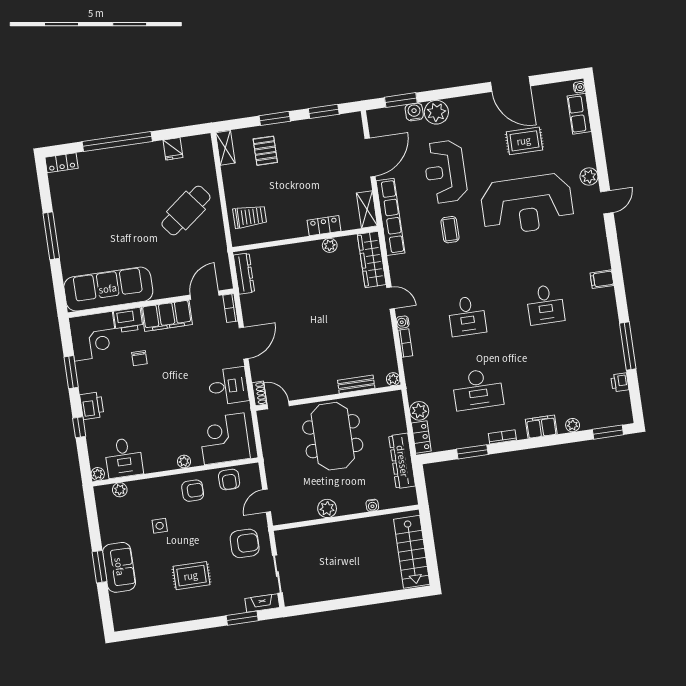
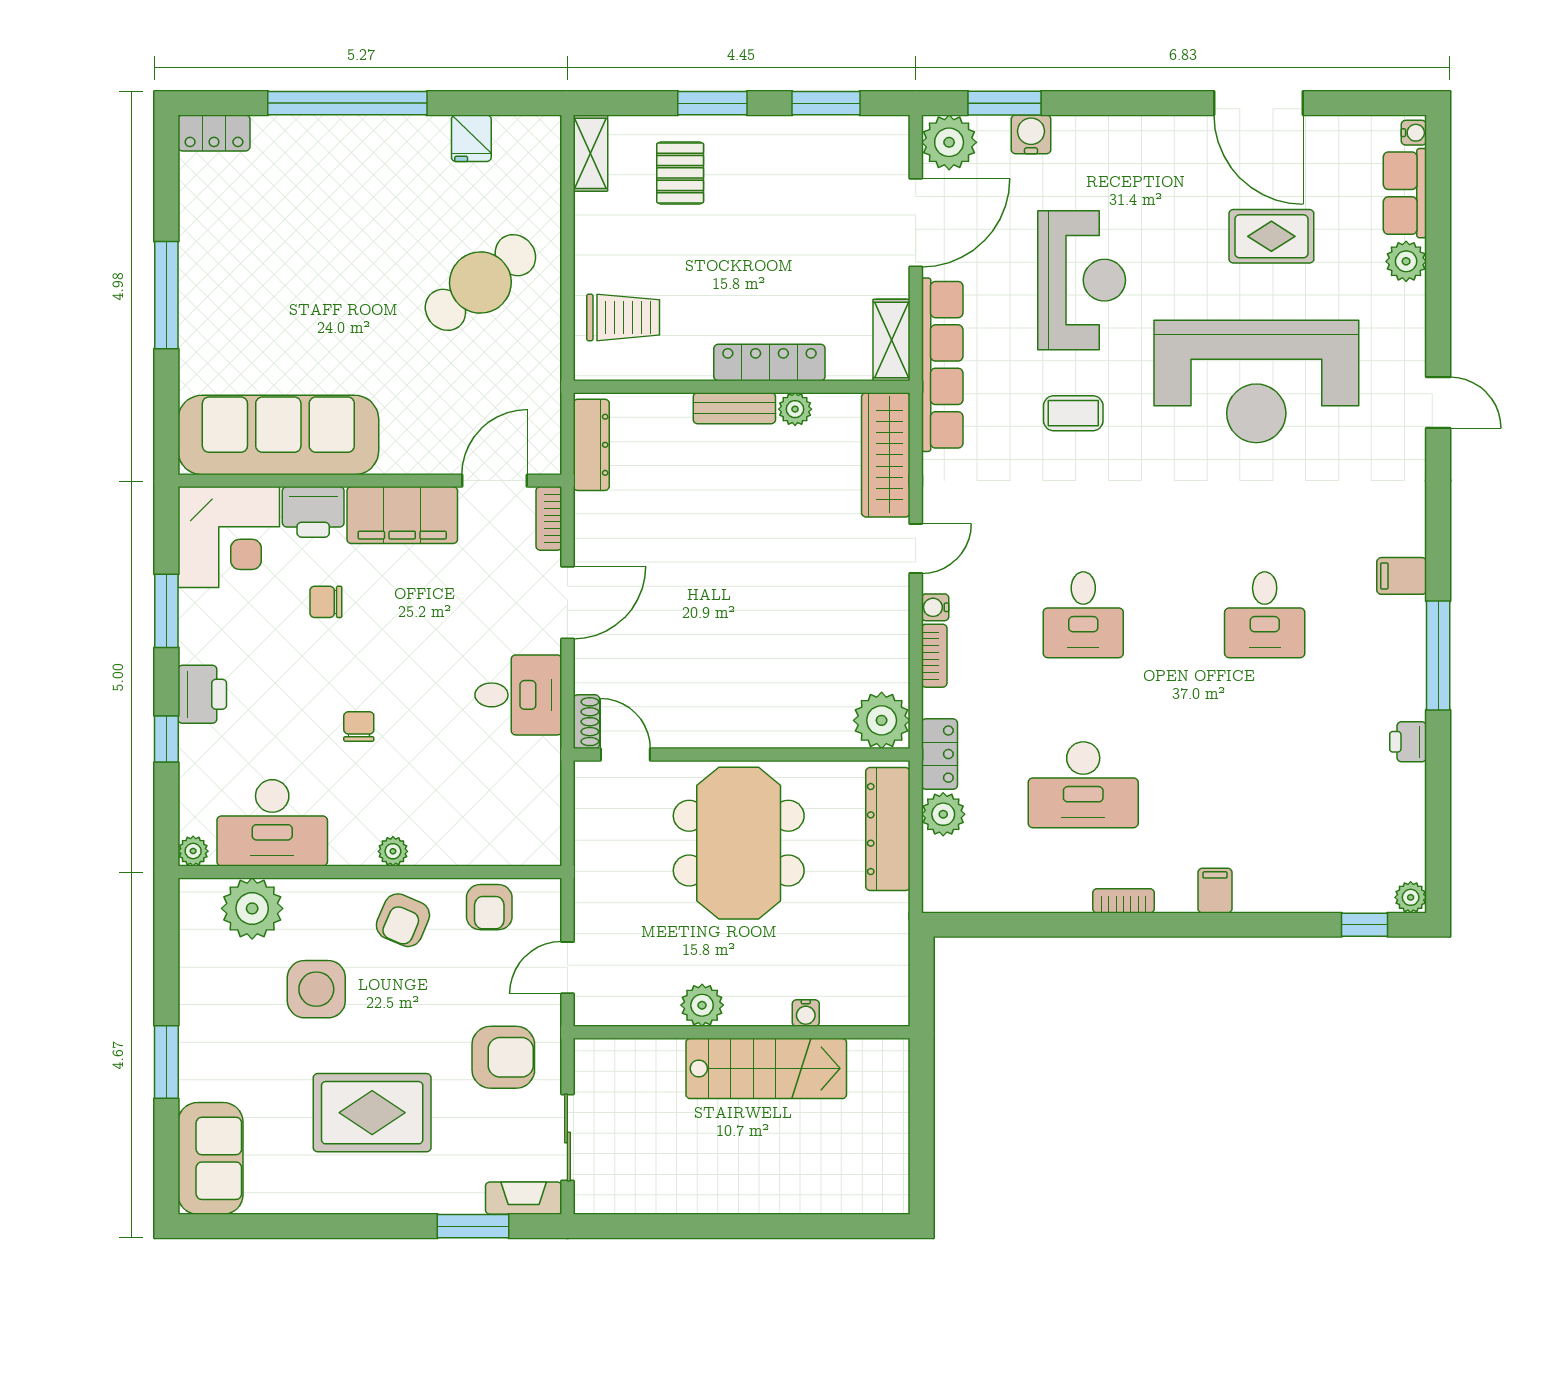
plant: (436, 112) -> (949, 142), moved
reception desk: (445, 172) -> (1082, 280), turned 180
plant: (589, 177) -> (1406, 261), moved
door: (607, 202) -> (1438, 403), hinge flipped
locker: (324, 226) -> (769, 362), width x1.53
coffee table: (450, 230) -> (1073, 413), turned 90
door: (391, 298) -> (916, 549), hinge flipped
window: (628, 346) -> (1438, 655), moved
chair: (139, 358) -> (326, 602), turned 90
plant: (393, 379) -> (882, 720), width x1.88, depth x1.88
printer: (620, 382) -> (1408, 742), moved
bench: (356, 384) -> (734, 408), moved
chair: (161, 410) -> (359, 726), added
plant: (573, 425) -> (1411, 897), moved
filing cabinet: (541, 427) -> (1215, 891), width x0.50
window: (608, 432) -> (1365, 925), width x0.67
locker: (421, 437) -> (939, 754), moved
corner desk: (224, 439) -> (492, 813), removed
window: (472, 452) -> (1051, 925), removed
desk: (124, 458) -> (272, 823), width x1.37
dresser: (402, 461) -> (888, 829), moved
plant: (120, 490) -> (252, 908), width x1.87, depth x1.87
armchair: (193, 491) -> (403, 920), turned 113
side table: (160, 526) -> (316, 989), width x1.87, depth x1.87
stairs: (412, 552) -> (766, 1068), moved, turned -90
sofa: (119, 567) -> (210, 1158), moved
rug: (191, 576) -> (372, 1113), width x1.36, depth x1.43

